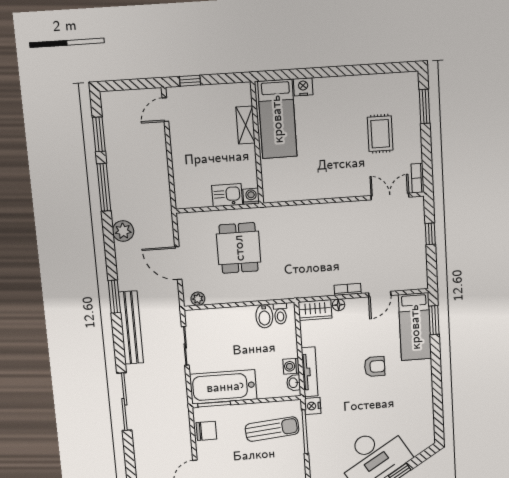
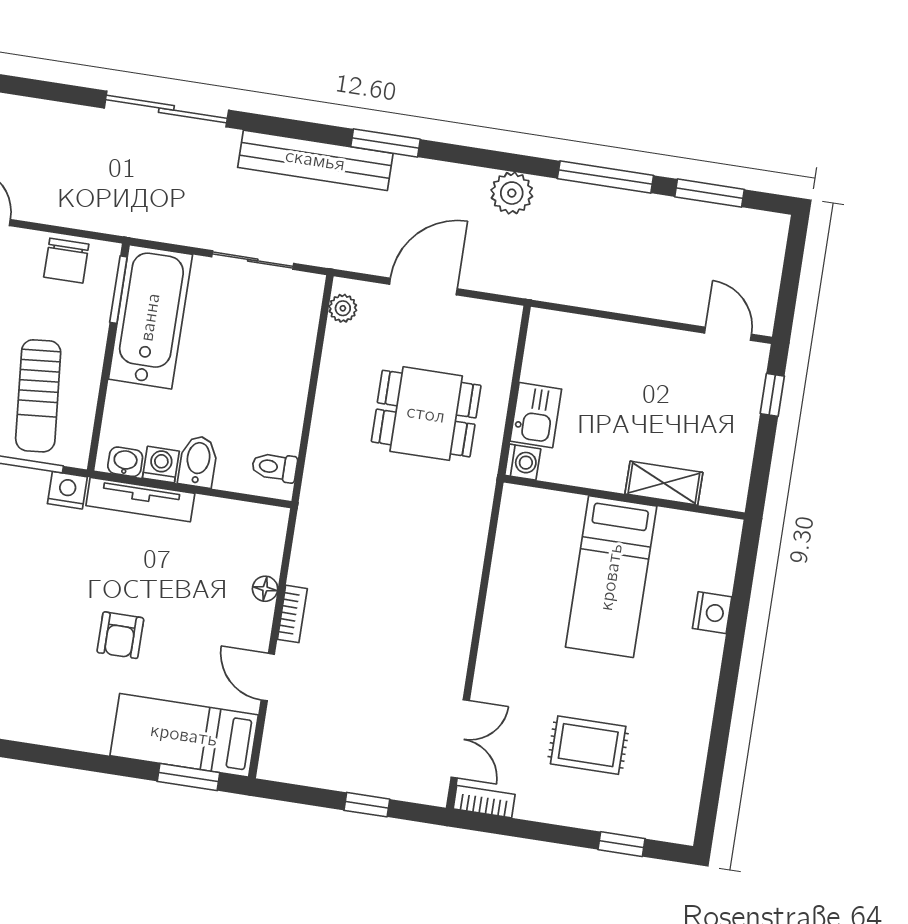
window: (424, 106) -> (622, 844), width x0.67
bed: (277, 119) -> (611, 577), moved, turned -90
wardrobe: (315, 310) -> (266, 539), removed
bidet: (264, 316) -> (198, 461), moved, turned 90

